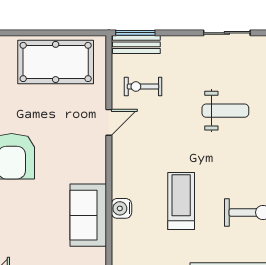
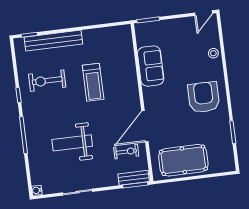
weight bench: (225, 111) -> (72, 143), width x1.36, depth x1.33
door: (109, 122) -> (145, 126), width x1.88
water cooler: (121, 208) -> (130, 73), removed

